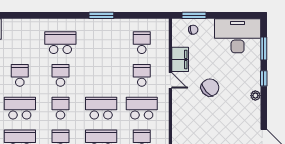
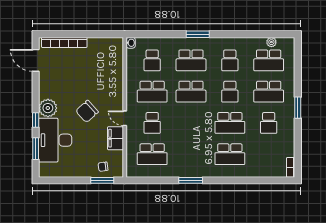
desk: (238, 36) -> (55, 140), moved, turned 90
school desk: (142, 43) -> (152, 154), width x1.85
school desk: (60, 75) -> (230, 123), width x1.85
plant: (255, 96) -> (48, 108), width x1.88, depth x1.88

